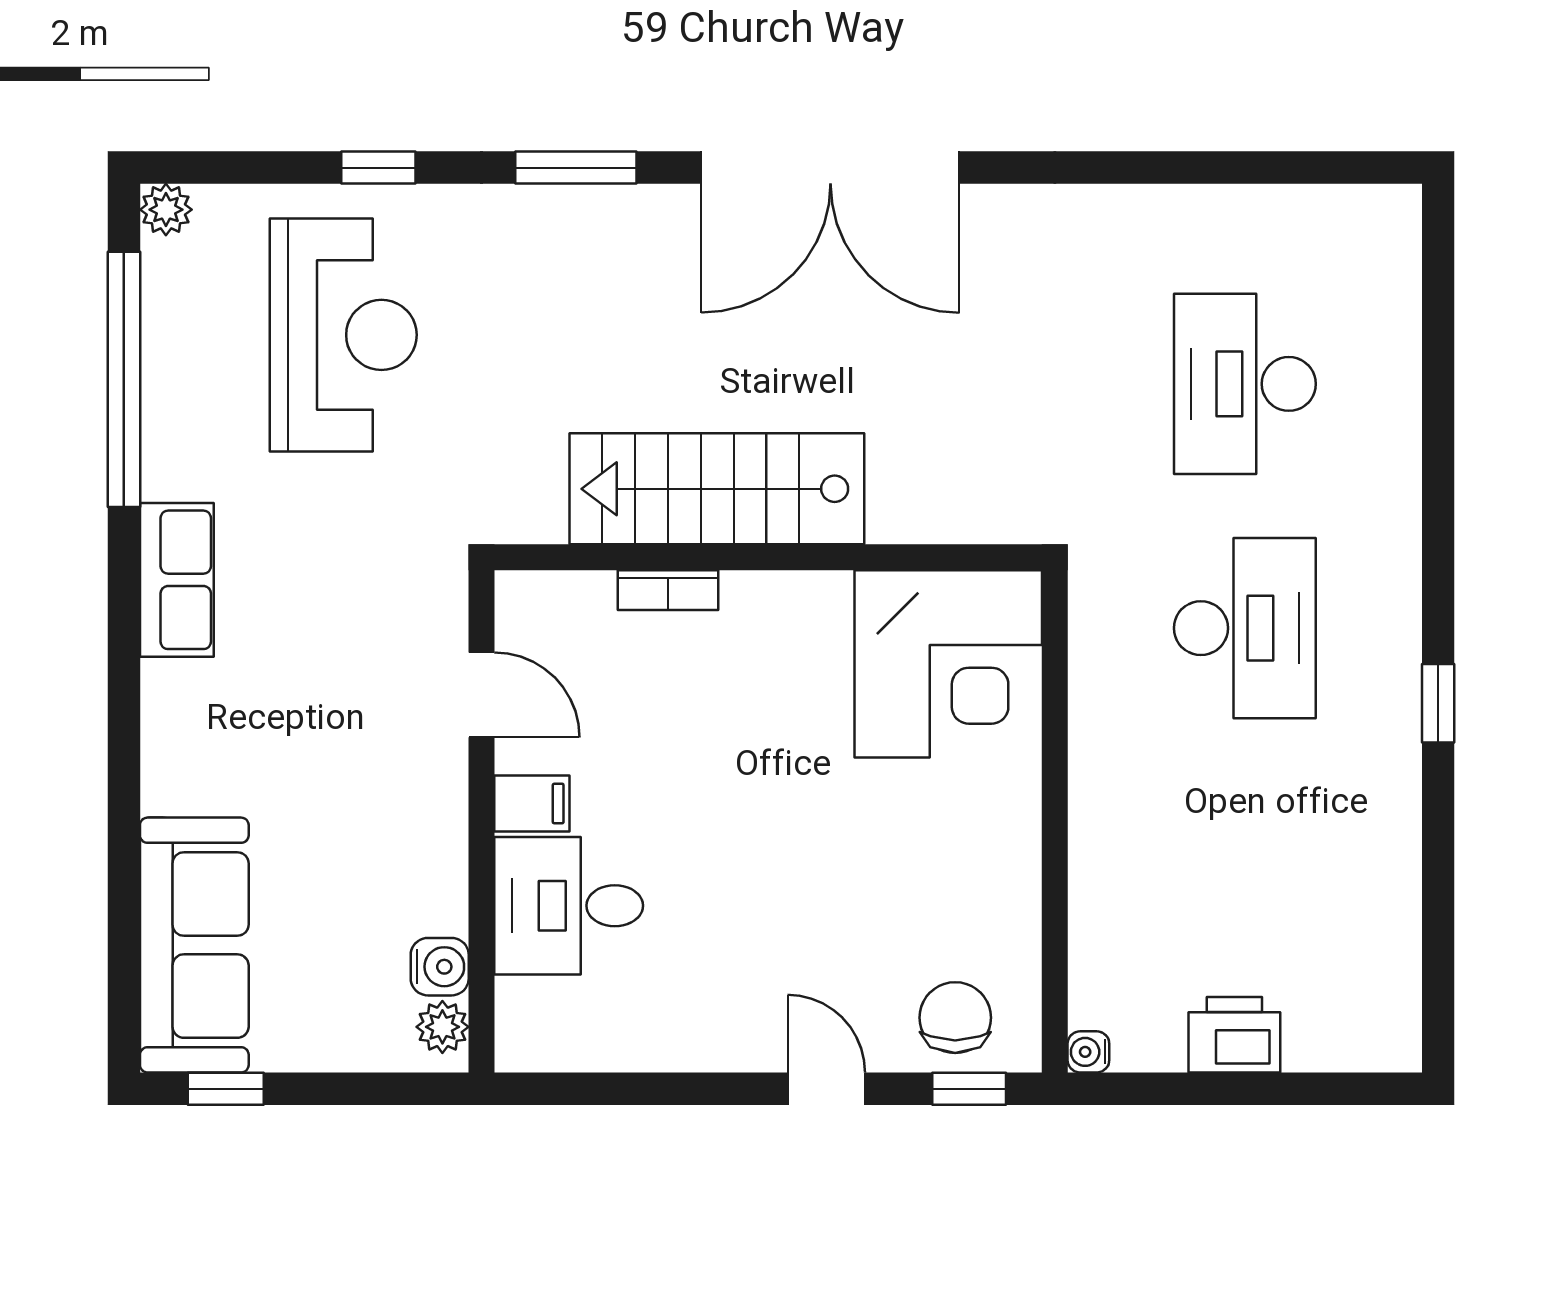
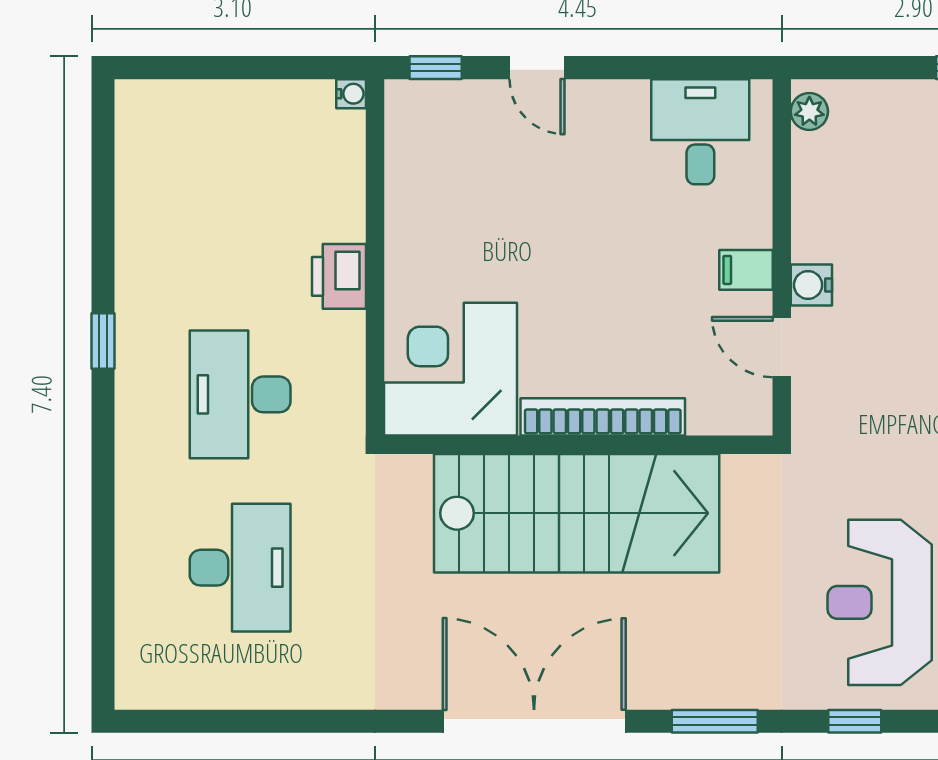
stairs: (717, 489) -> (577, 513), width x1.36, depth x1.51
bookcase: (668, 590) -> (603, 417), width x2.31, depth x1.31
desk: (569, 906) -> (700, 132), moved, turned -90
water cooler: (440, 967) -> (811, 285), moved
chair: (955, 1018) -> (446, 118), removed
printer: (1234, 1035) -> (339, 276), moved, turned 90

